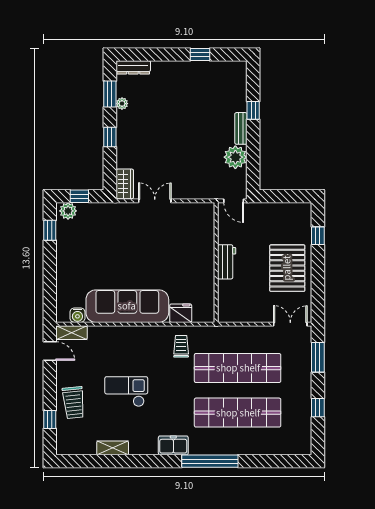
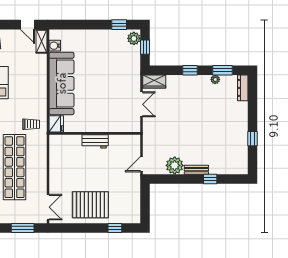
wall: (216, 262) -> (95, 133), moved
workbench: (227, 262) -> (95, 141), moved
door: (50, 351) -> (27, 25), hinge flipped

